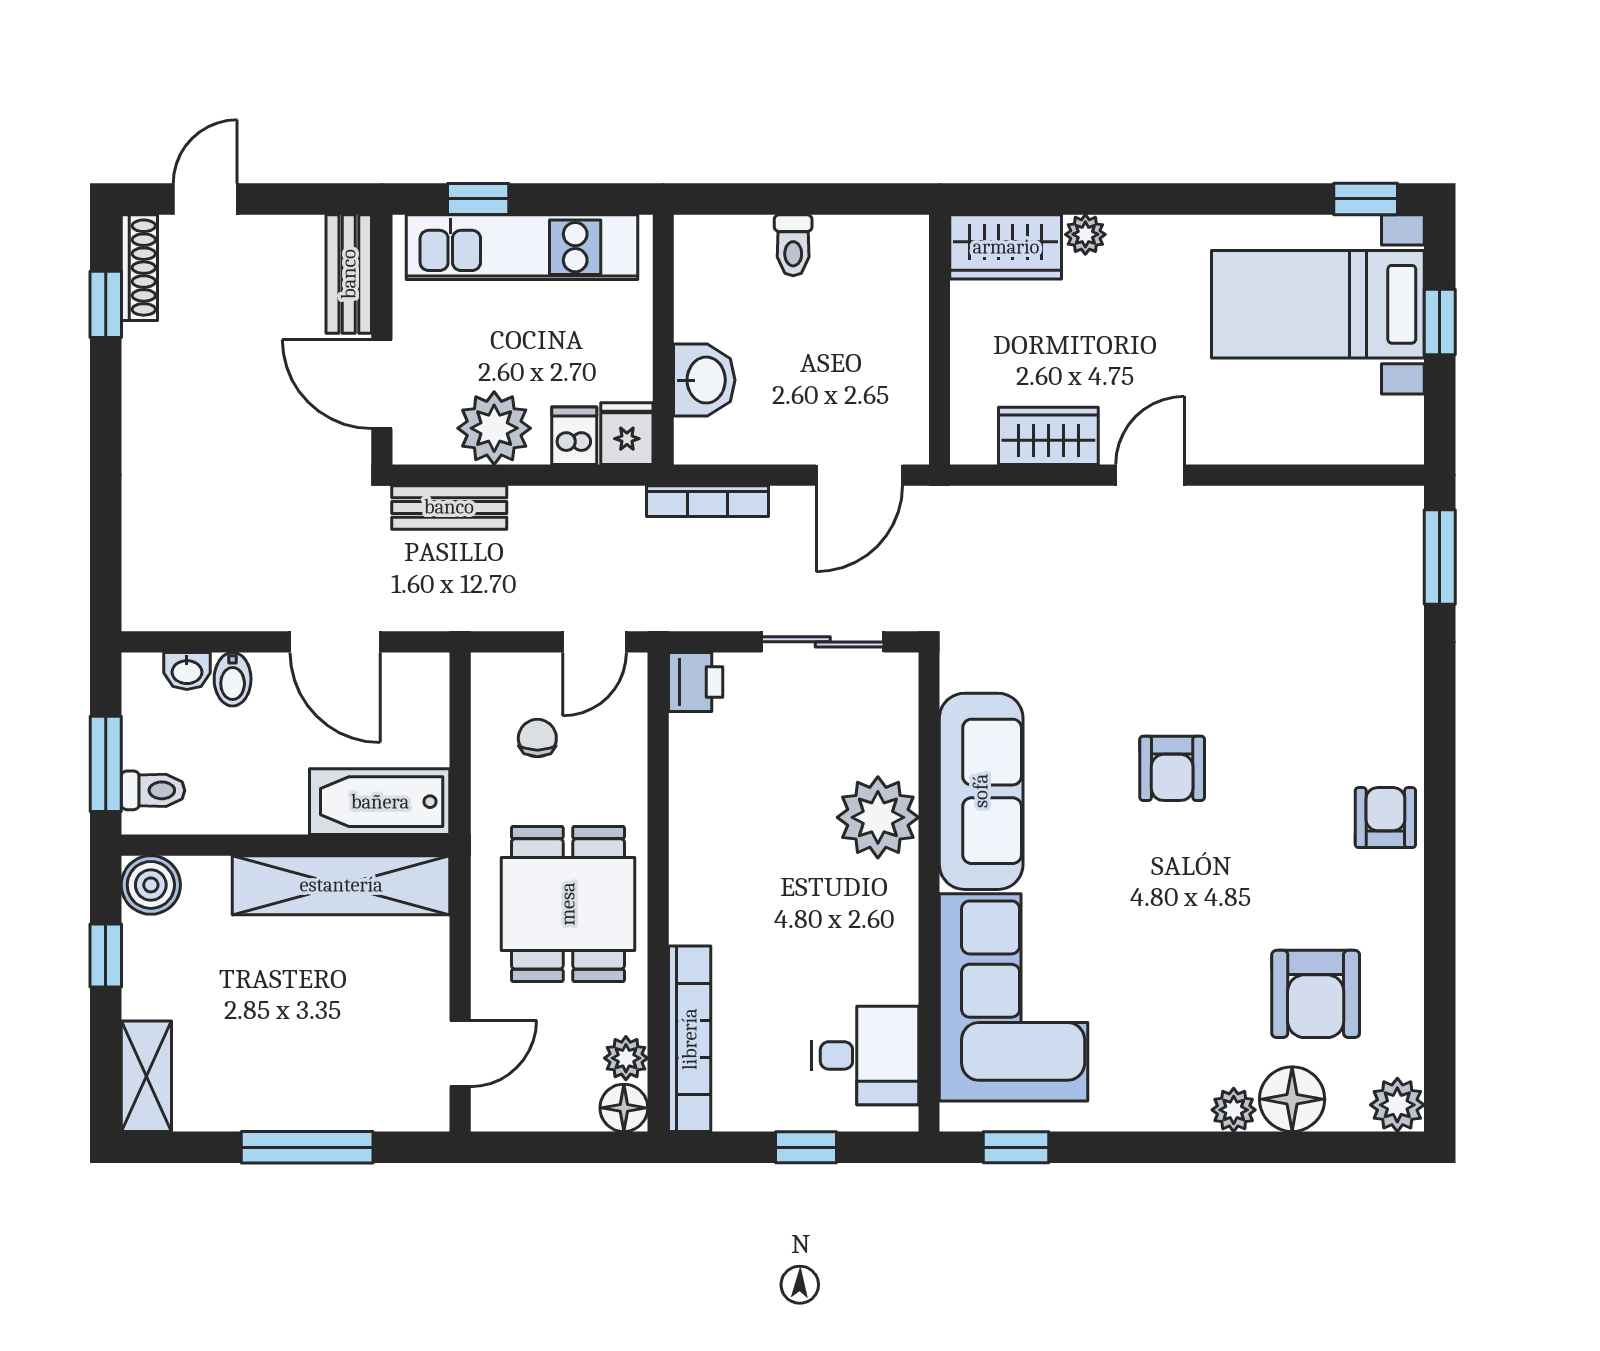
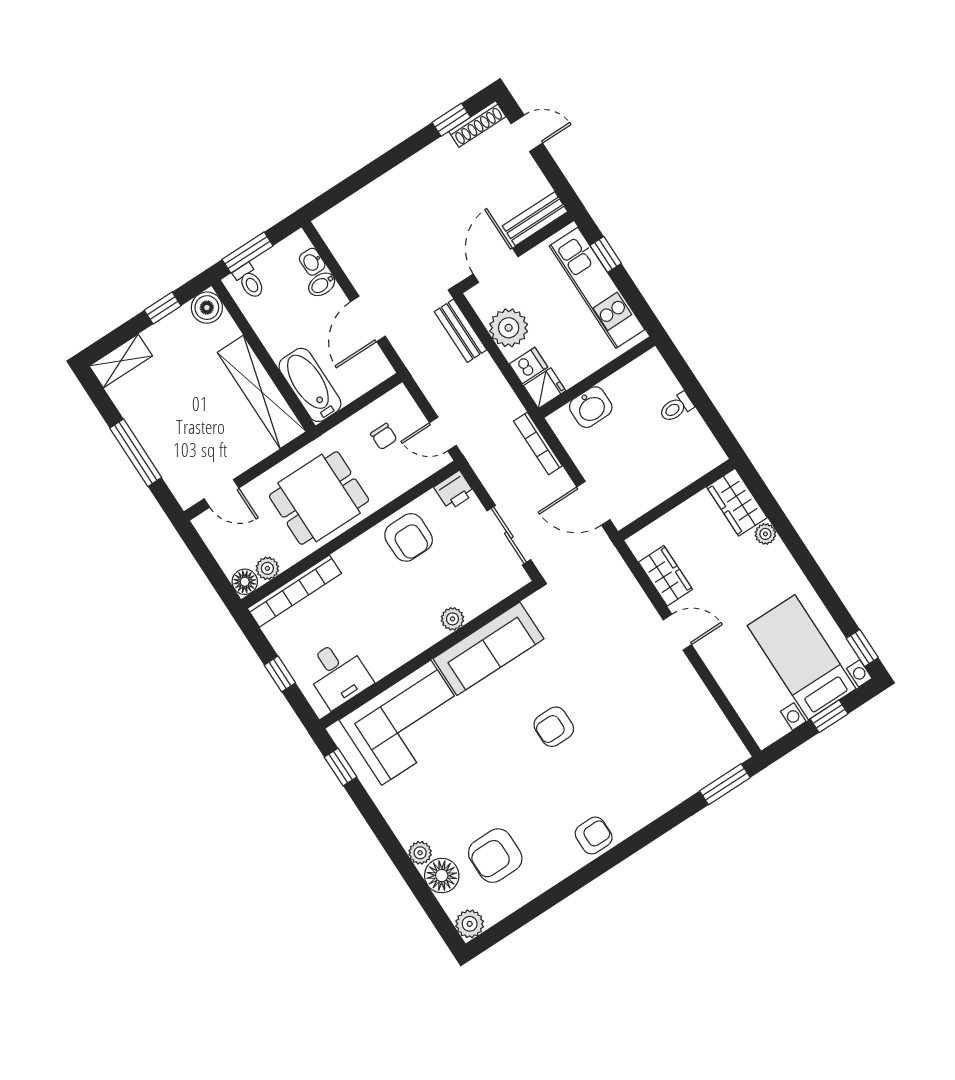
chair: (537, 738) -> (384, 437), turned 90
armchair: (723, 803) -> (409, 537), added
plant: (878, 817) -> (452, 619), width x0.53, depth x0.53

